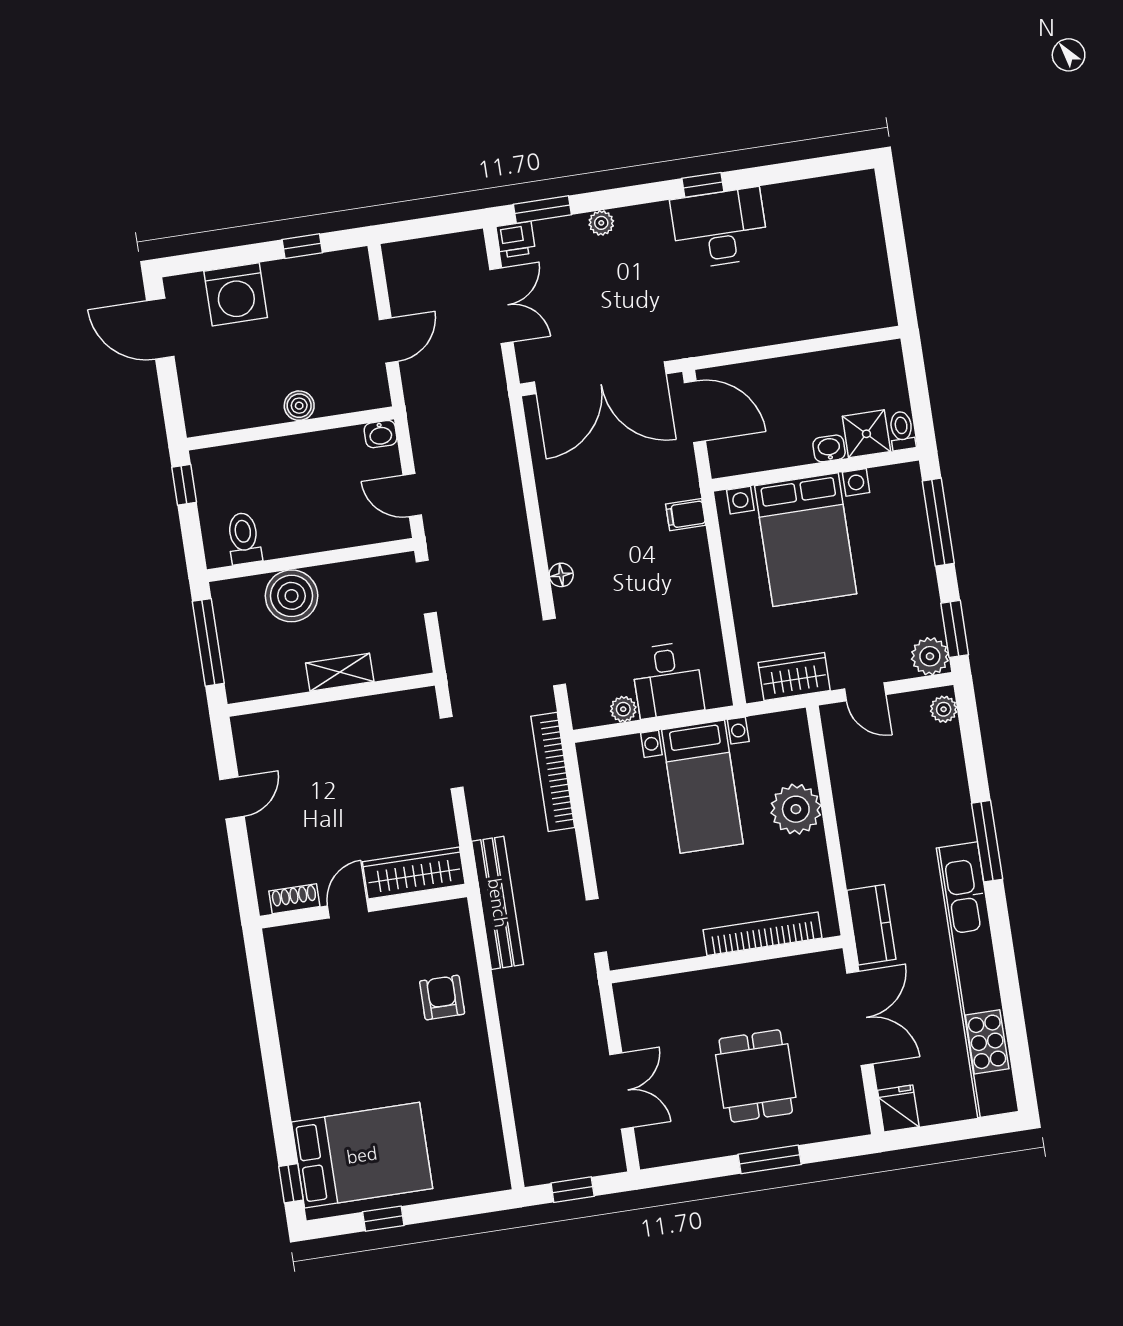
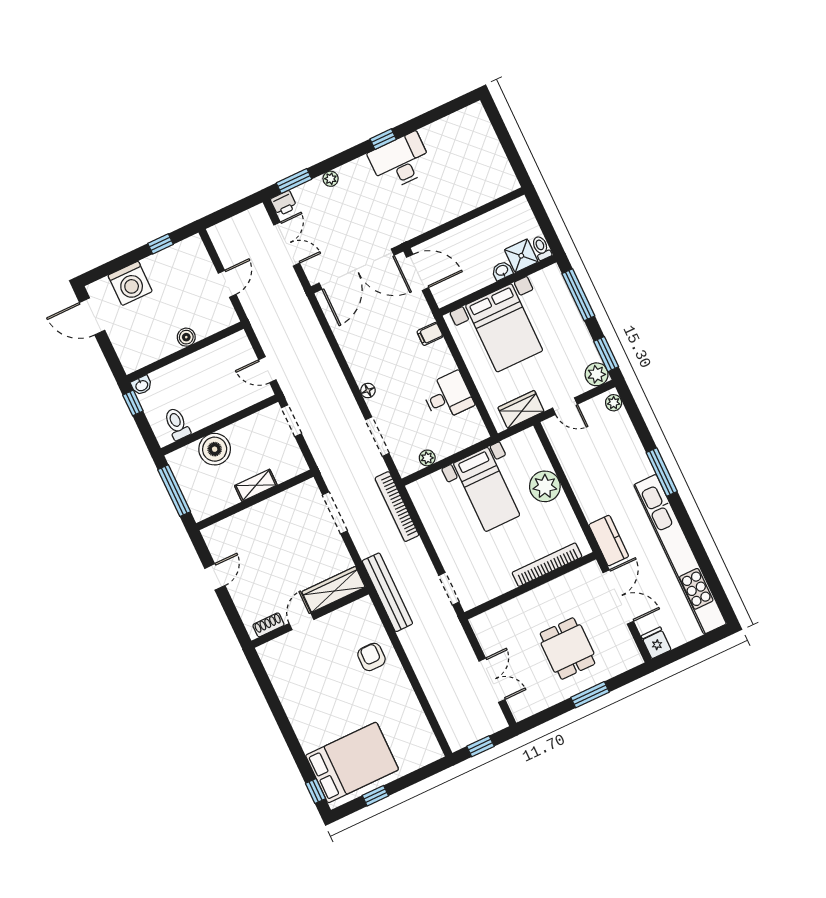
washbasin: (381, 434) -> (142, 385), moved
desk: (668, 680) -> (448, 396), moved, turned -90

